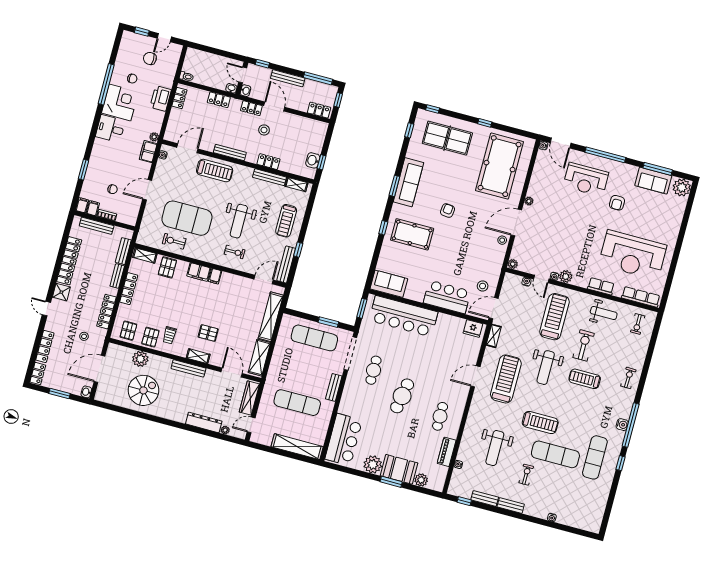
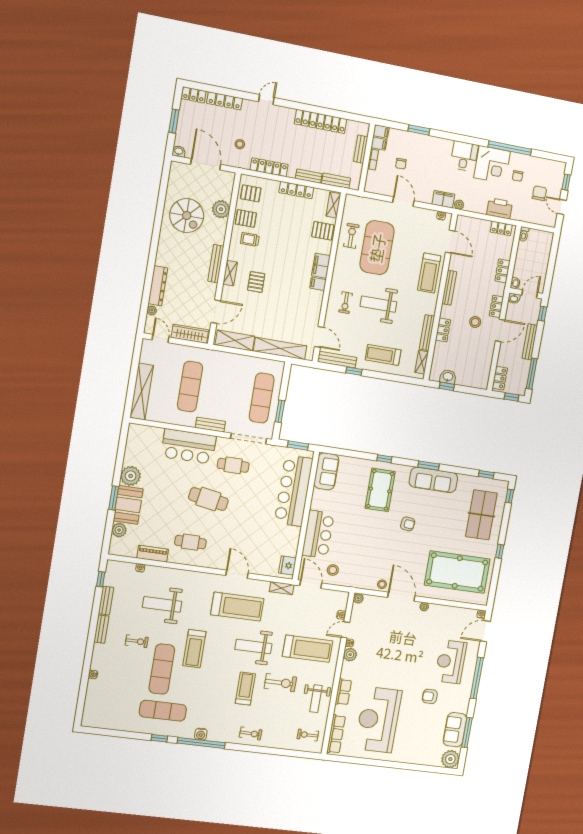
bench: (97, 226) -> (361, 149), width x0.73
shower: (61, 292) -> (286, 115), removed
bar counter: (344, 440) -> (189, 446), moved

